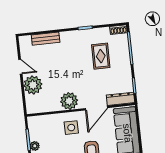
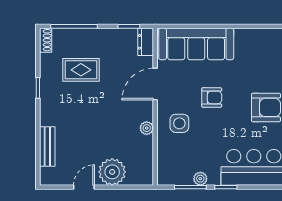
dresser: (121, 99) -> (146, 42), width x0.70
plant: (69, 101) -> (147, 128), width x0.53, depth x0.53
door: (96, 108) -> (155, 84), swing flipped

